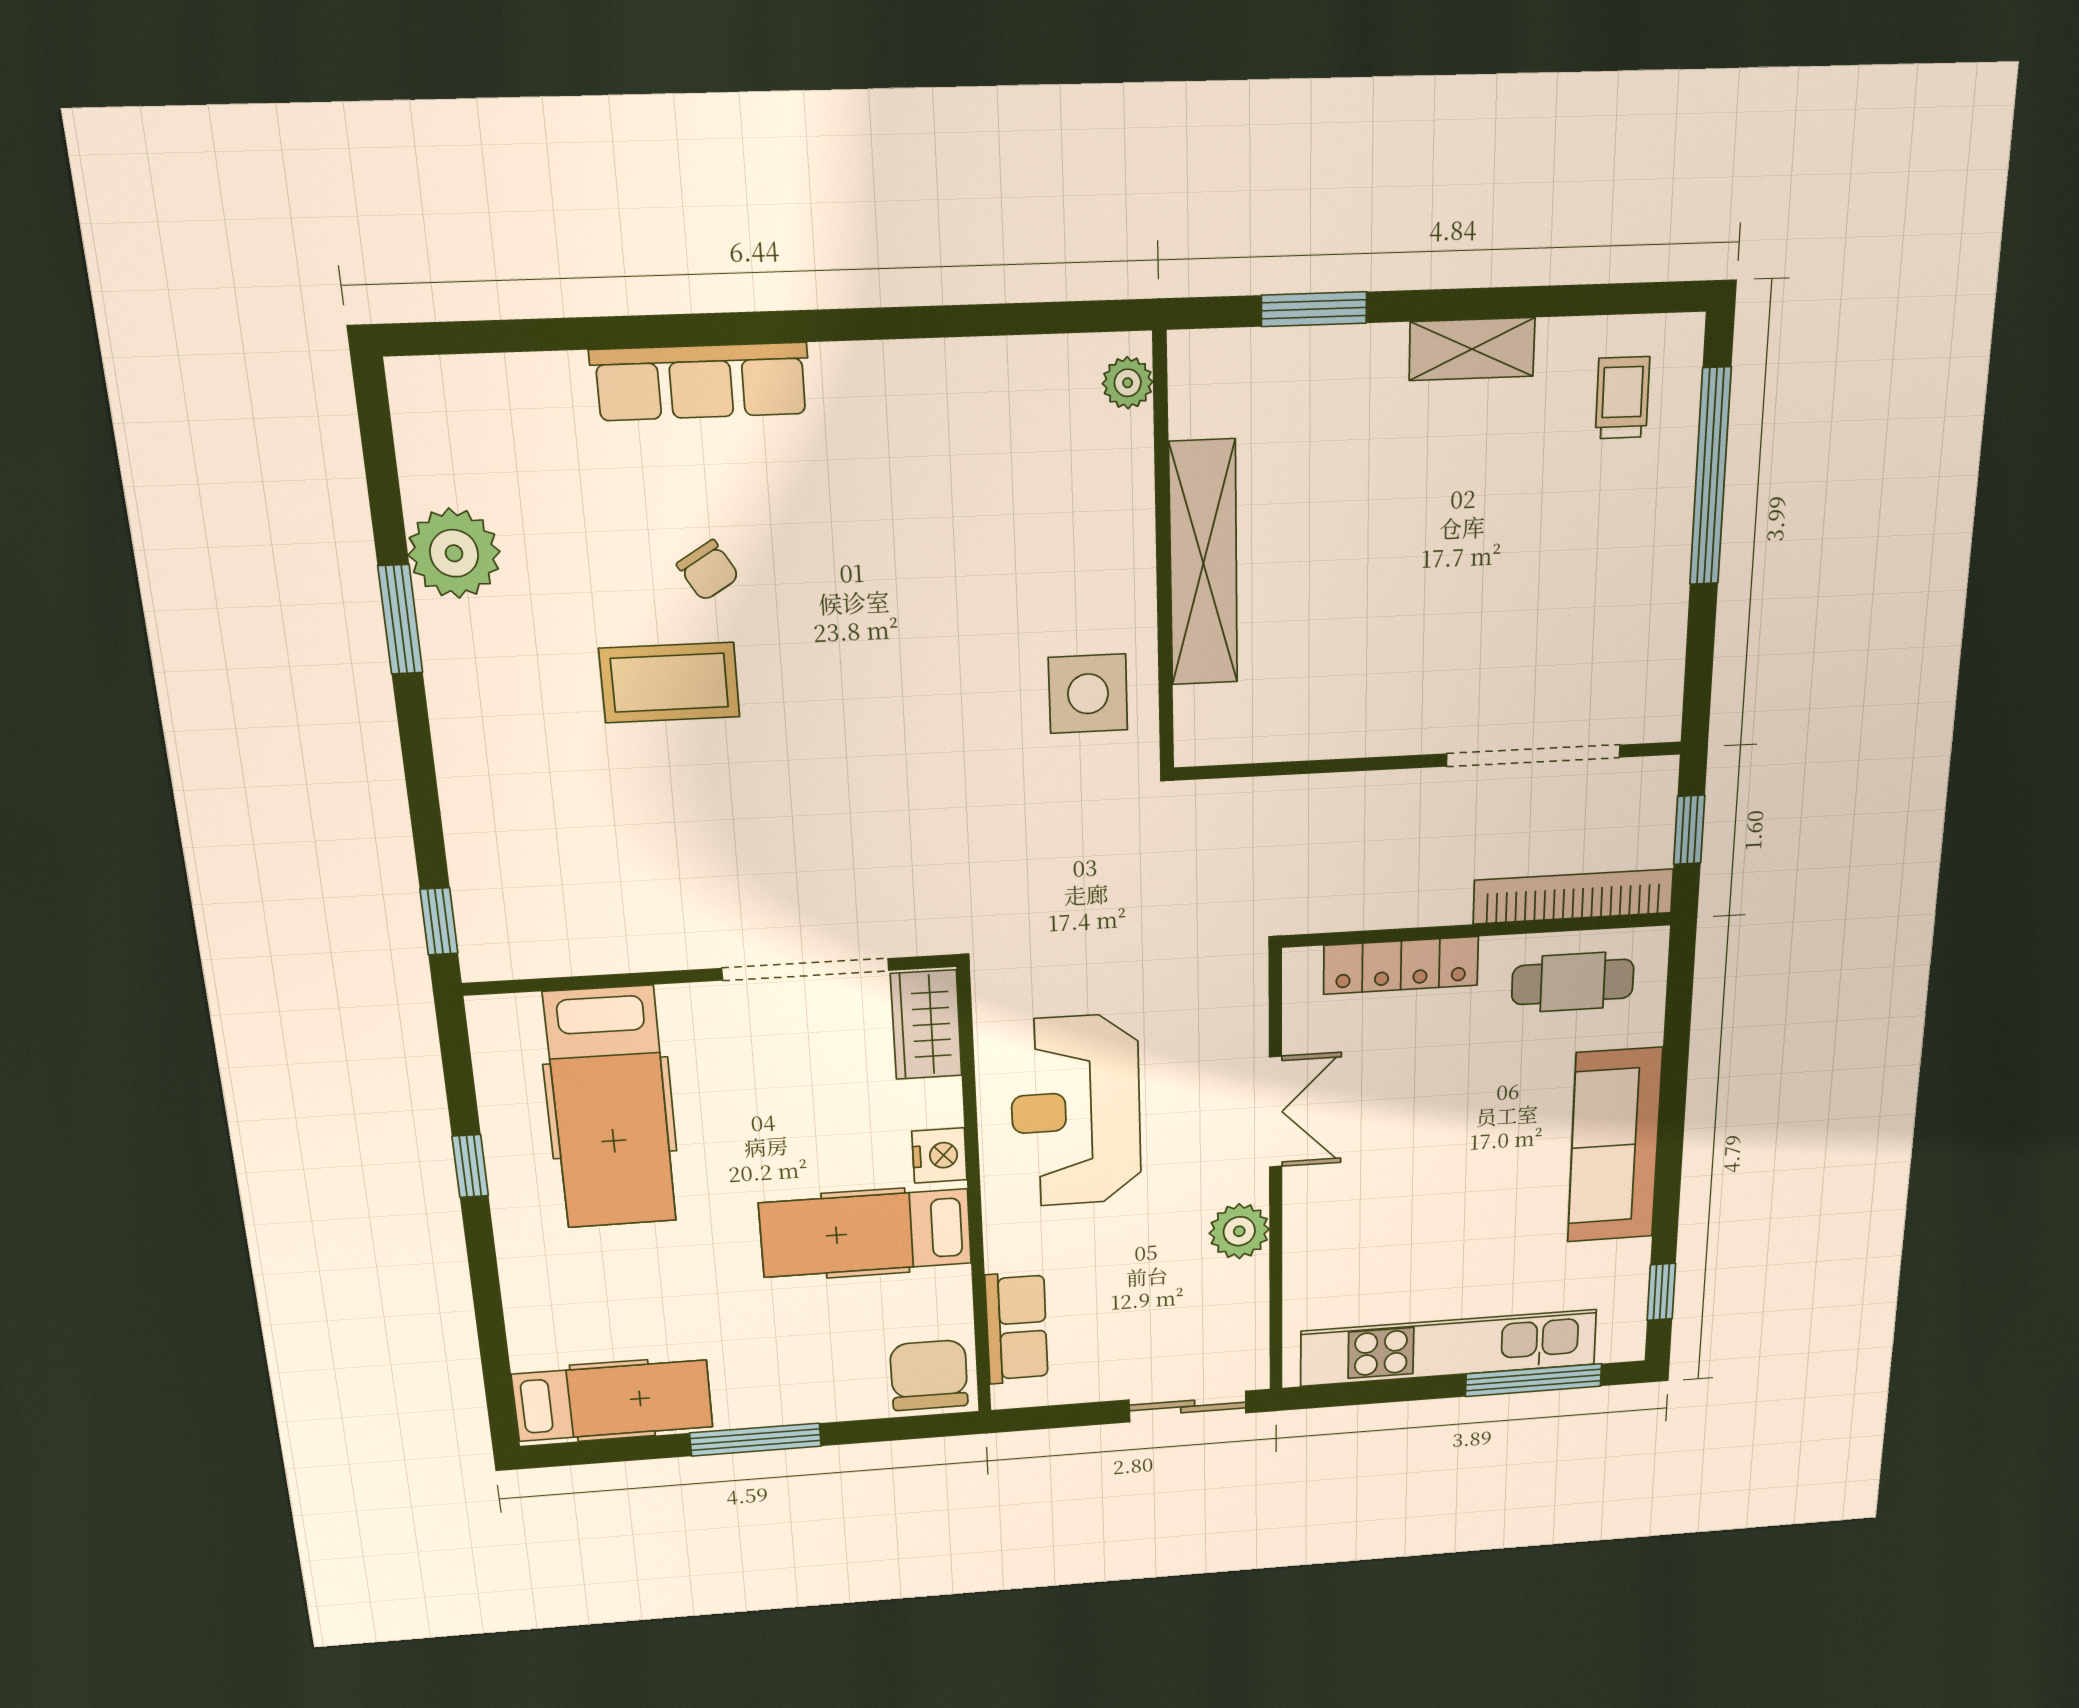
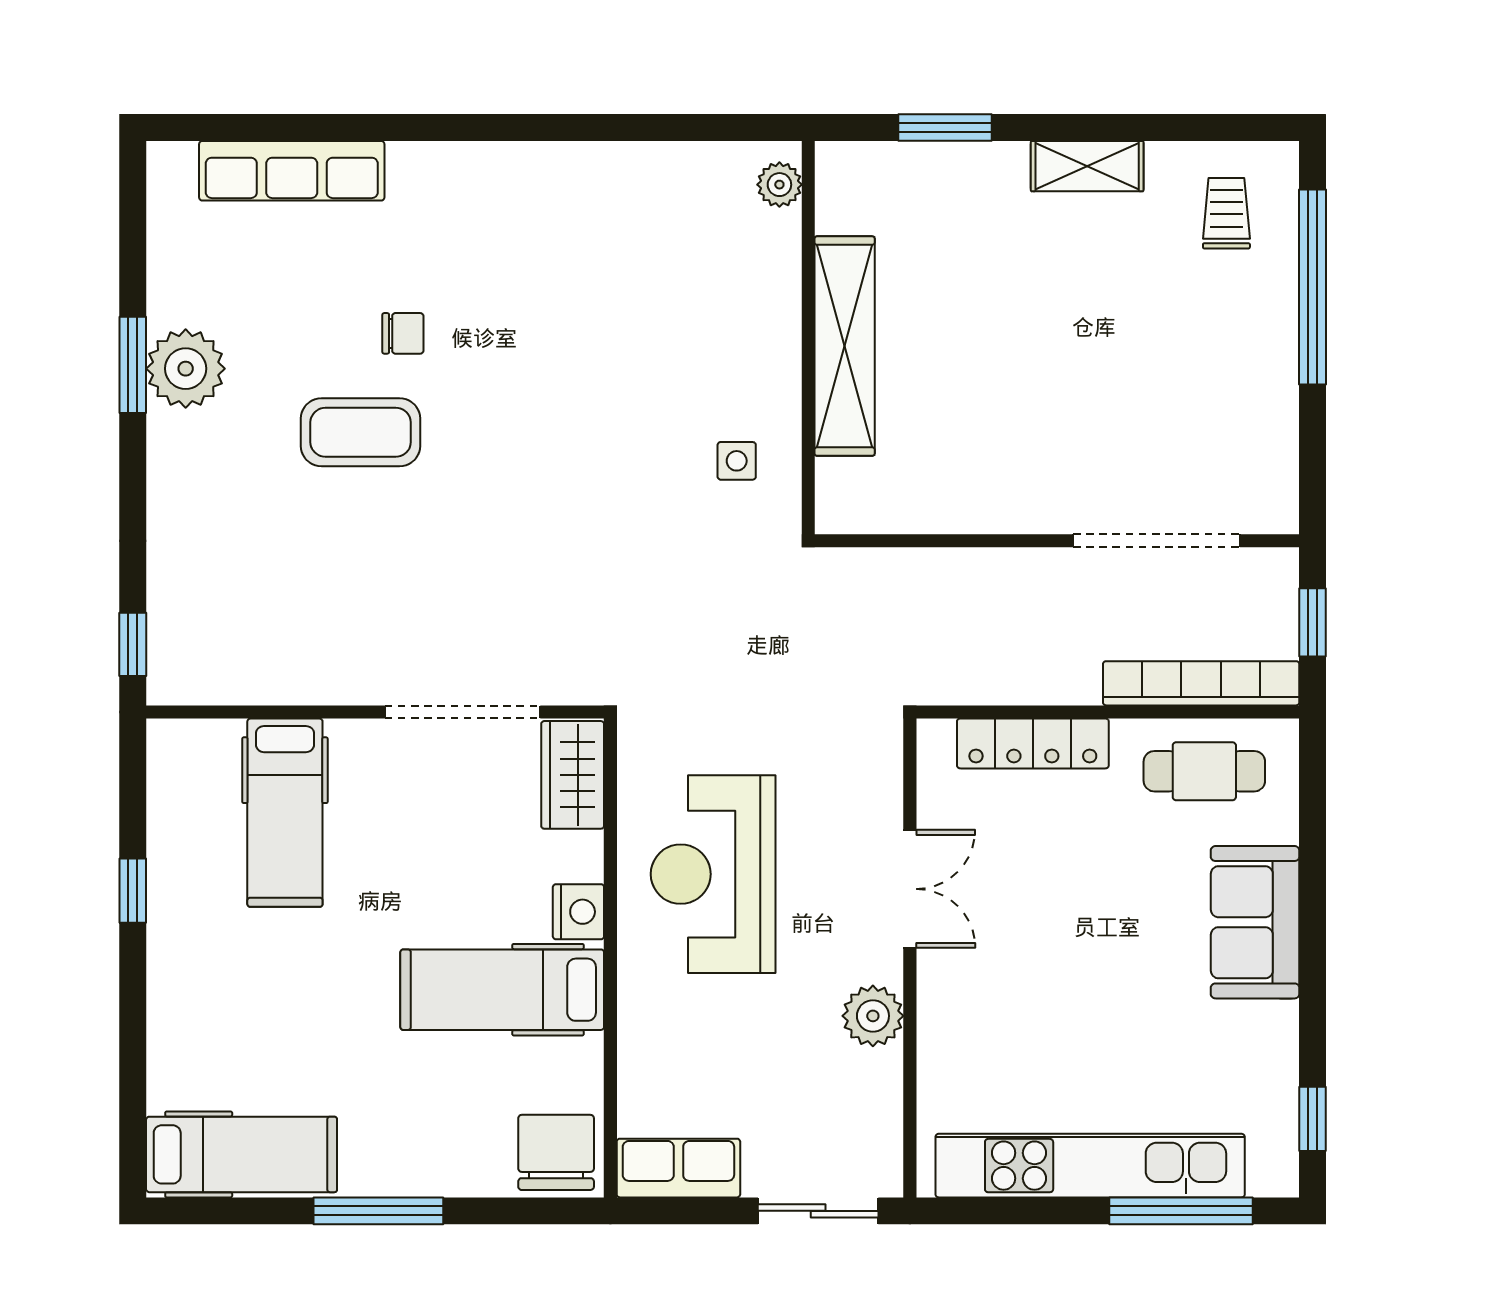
row of seats: (701, 382) -> (292, 171), moved
plant: (454, 553) -> (186, 369), moved
chair: (708, 571) -> (403, 333), turned -59
side table: (1088, 694) -> (737, 461), width x0.54, depth x0.54
hospital bed: (610, 1108) -> (285, 813), width x0.73, depth x0.78
sofa: (1615, 1146) -> (1255, 922), width x0.73
row of seats: (1017, 1328) -> (678, 1168), moved, turned -90

